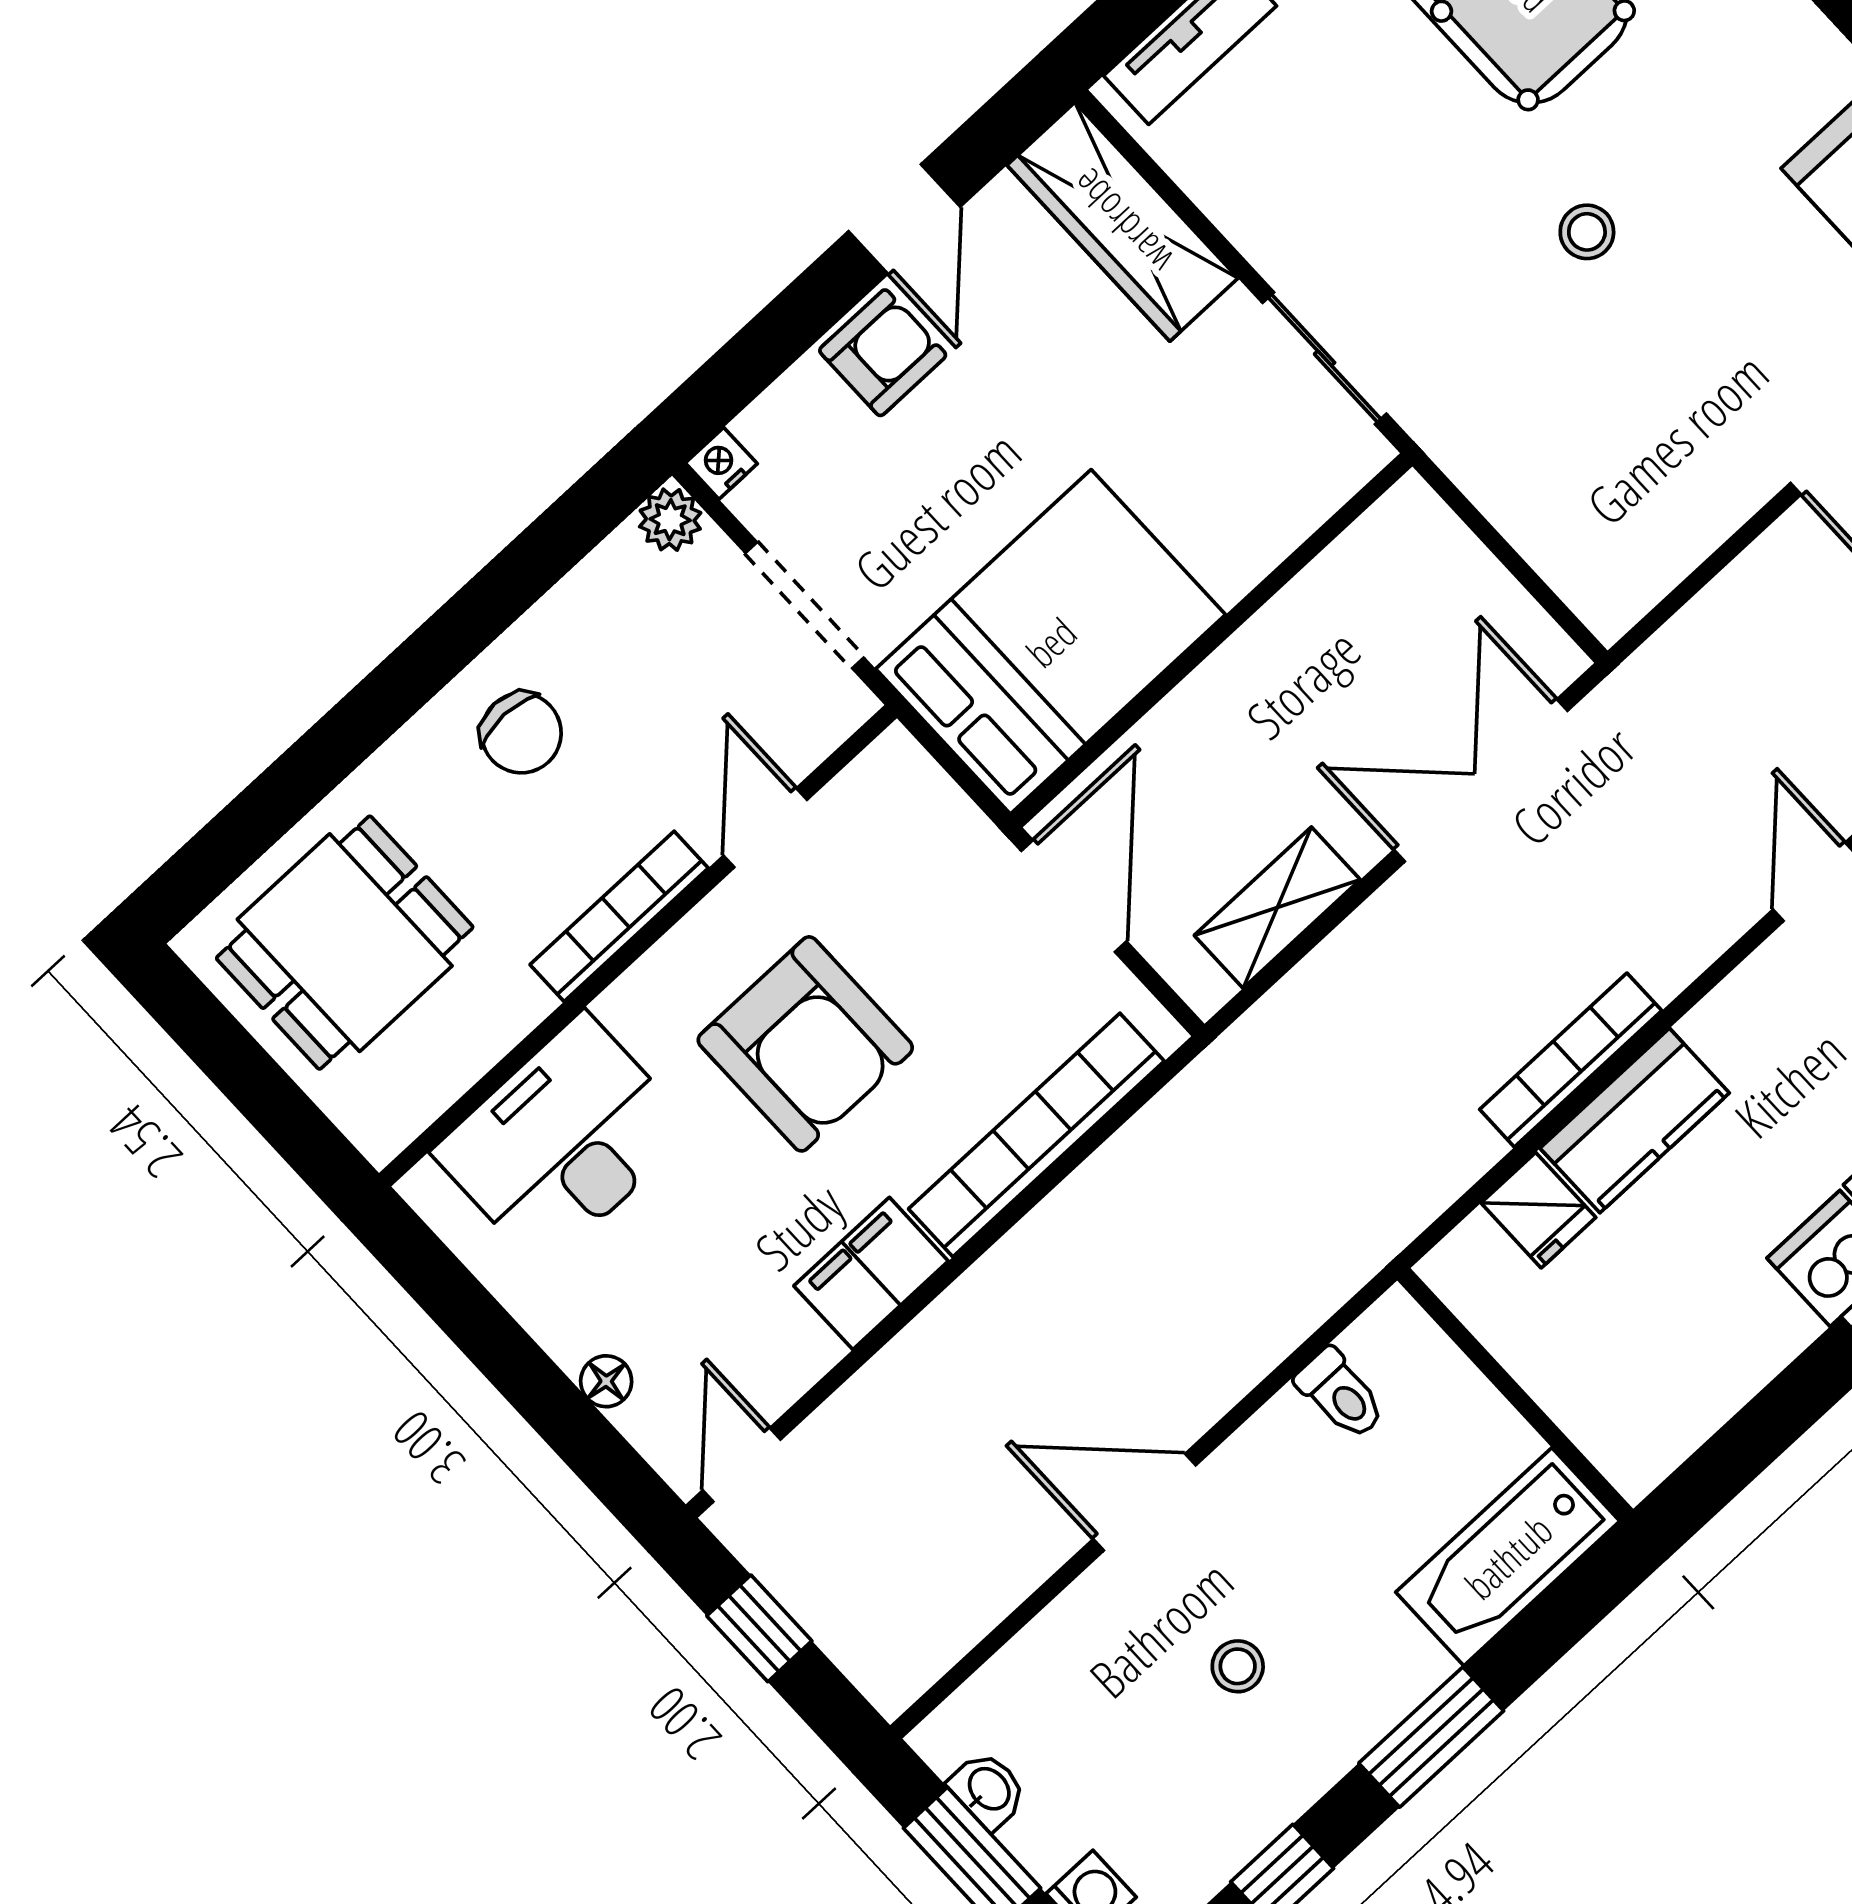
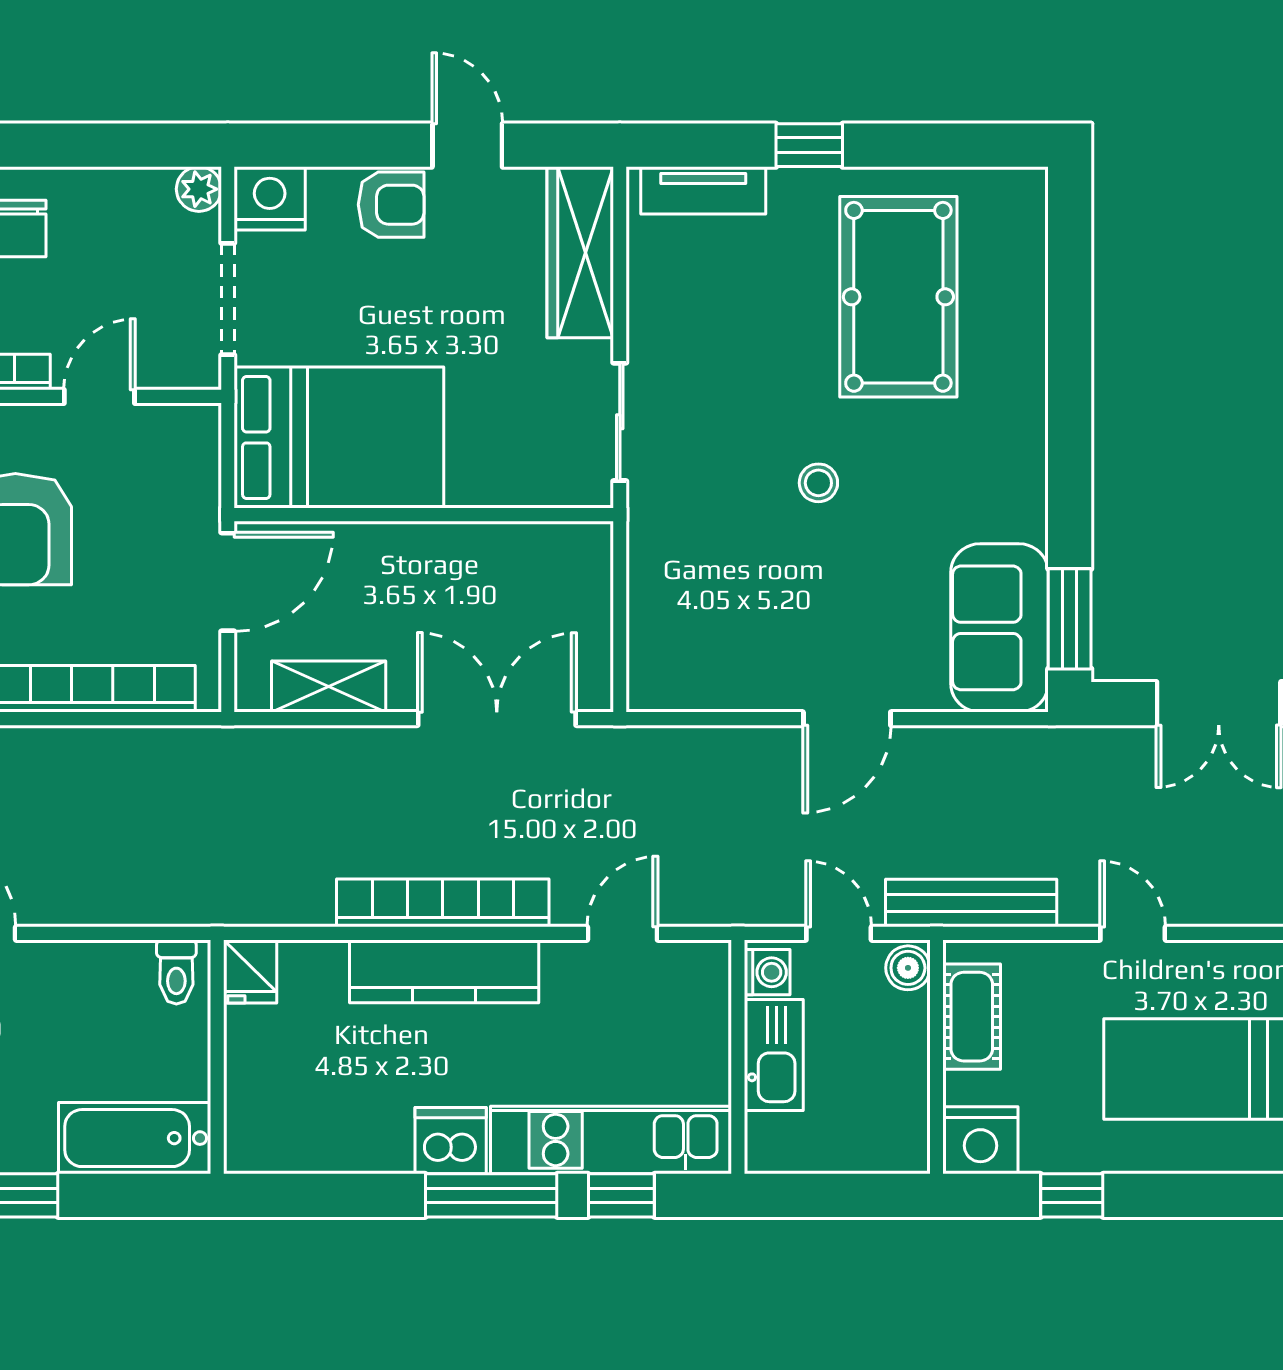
door: (904, 219) -> (467, 145), swing flipped
nightstand: (721, 463) -> (270, 198), width x1.89, depth x1.79
bookcase: (1571, 1060) -> (443, 903), width x1.48, depth x1.31
kitchen counter: (1635, 1121) -> (444, 971), width x1.50
fridge: (1538, 1210) -> (250, 972), moved
toilet: (1341, 1394) -> (176, 972), moved

